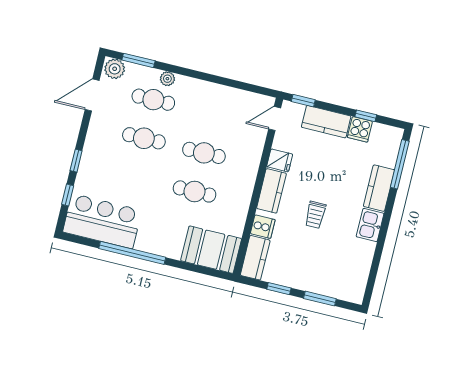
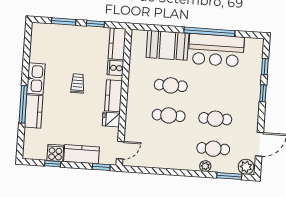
window: (400, 164) -> (23, 104), moved
bar counter: (102, 221) -> (216, 50), moved
kitchen sink: (370, 225) -> (36, 79), width x1.38
booth: (211, 250) -> (167, 45), moved

